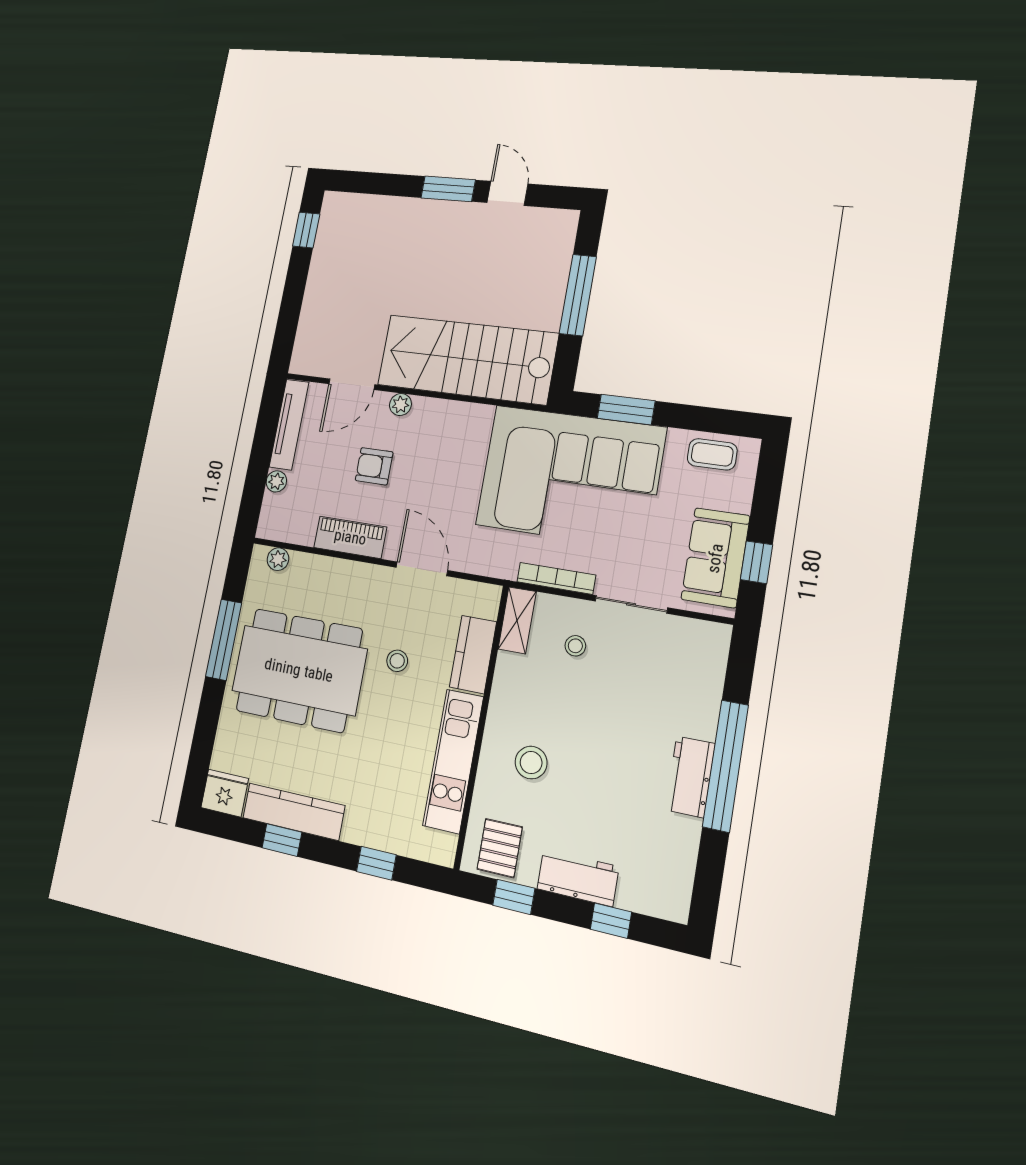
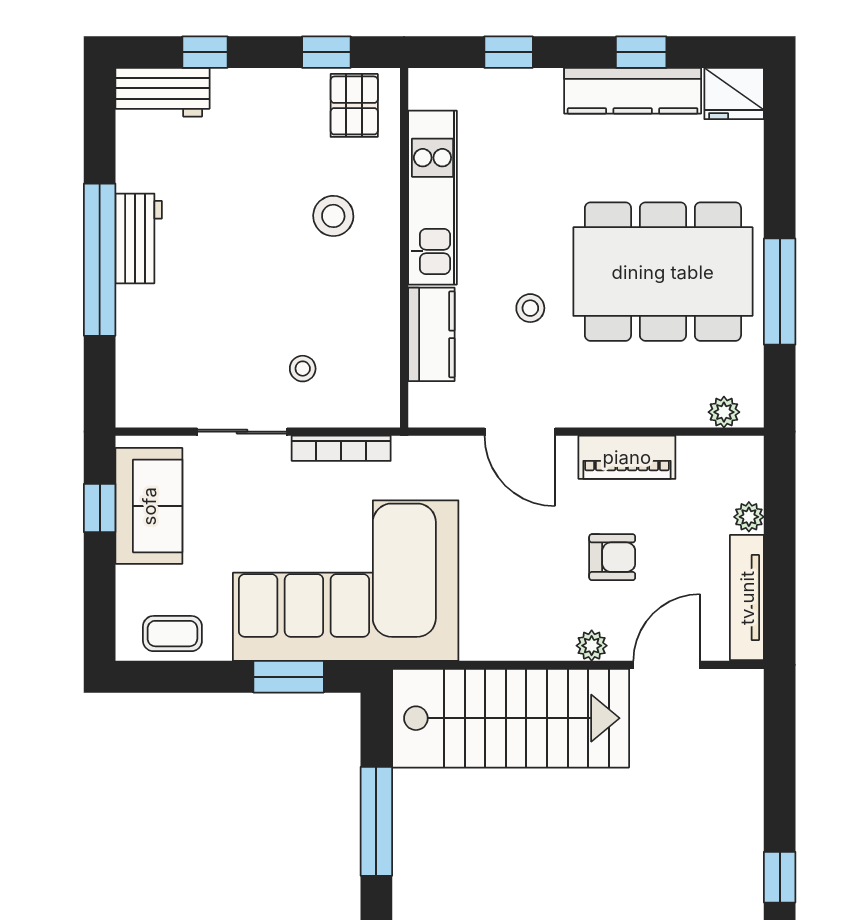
shelving: (517, 620) -> (382, 387), removed
workbench: (578, 878) -> (163, 92), moved

